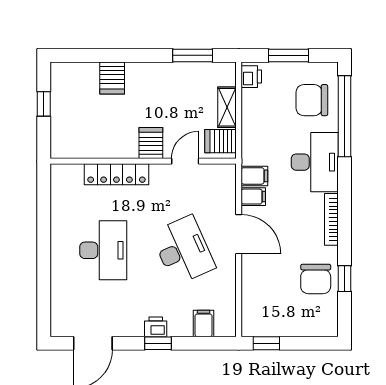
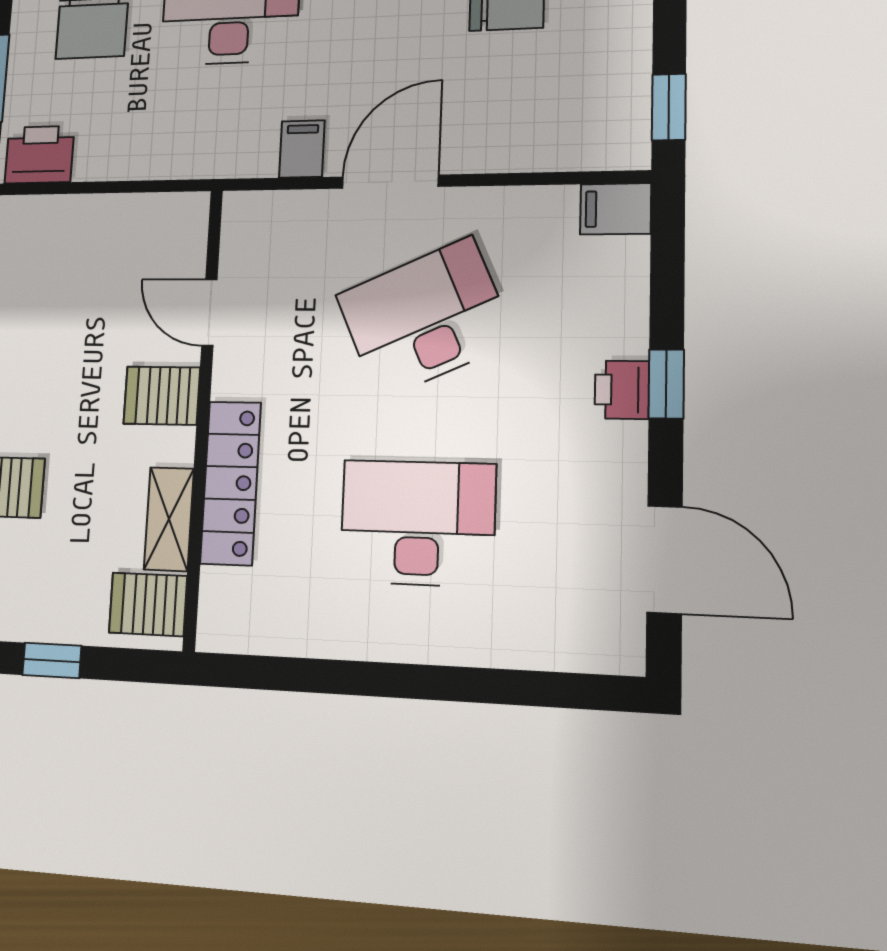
printer: (251, 77) -> (39, 155), width x1.36, depth x1.24
shelving: (227, 107) -> (169, 519), moved, turned 90
server rack: (221, 141) -> (148, 604), moved, turned 90
filing cabinet: (254, 176) -> (254, 147), removed
filing cabinet: (204, 323) -> (616, 209), moved

